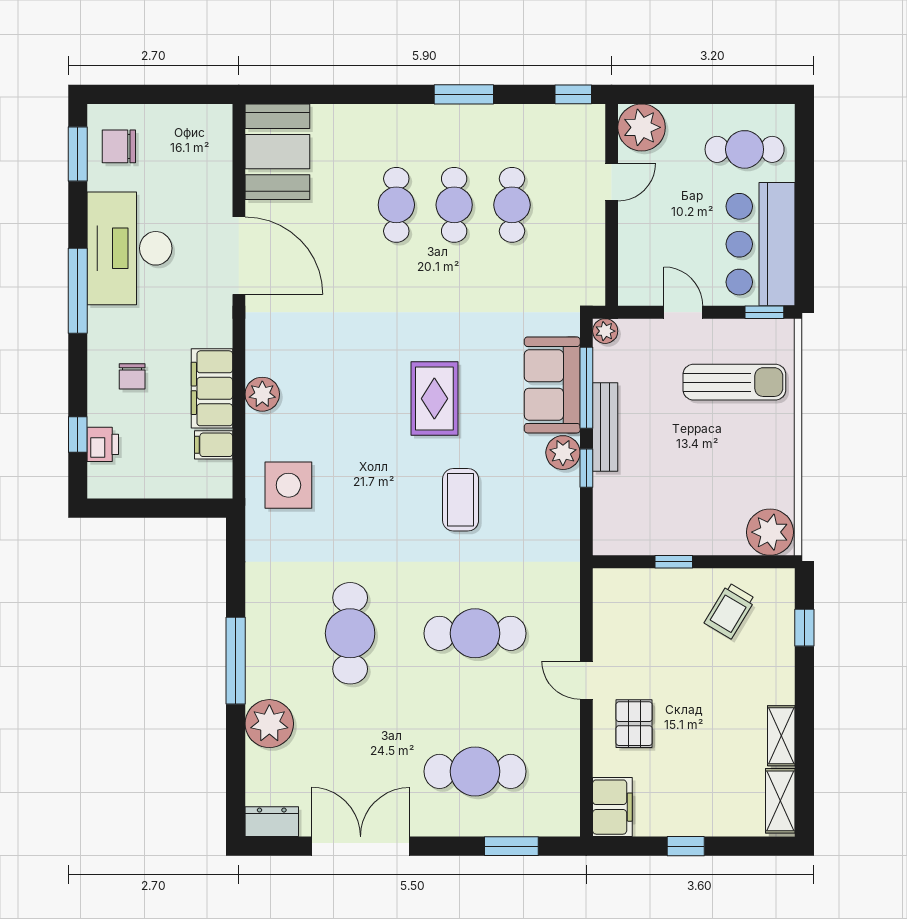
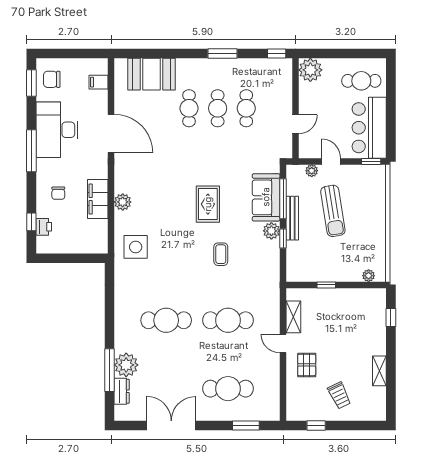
booth: (277, 152) -> (152, 74), moved, turned 90
door: (612, 182) -> (296, 124), moved
plant: (605, 331) -> (312, 171), moved
sun lounger: (734, 382) -> (333, 211), moved, turned 81
filing cabinet: (214, 445) -> (99, 82), moved
coffee table: (461, 500) -> (221, 254), width x0.73, depth x0.77
plant: (770, 532) -> (369, 276), width x0.53, depth x0.53
trolley: (730, 611) -> (339, 395), moved, turned -57
cafe table: (350, 633) -> (166, 320), turned 90
window: (236, 661) -> (110, 370), moved
shelving: (780, 801) -> (293, 317), moved
filing cabinet: (612, 807) -> (296, 406), removed
dresser: (272, 822) -> (122, 391), moved, turned 90
window: (686, 846) -> (316, 426), moved

